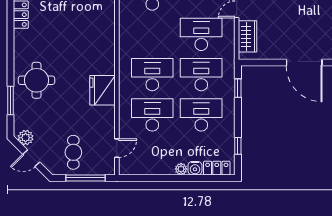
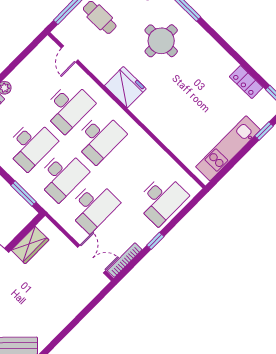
wardrobe: (248, 36) -> (30, 245), moved, turned -90
round table: (37, 80) -> (161, 41), moved
window: (238, 88) -> (23, 194), width x1.50

